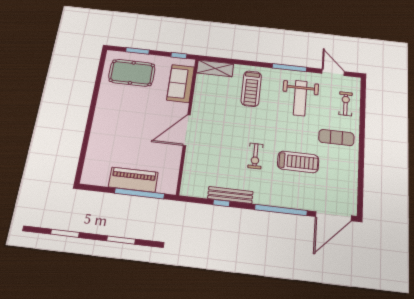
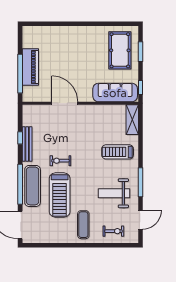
sofa: (181, 83) -> (115, 93), width x1.36
door: (187, 130) -> (65, 103), moved
treadmill: (298, 162) -> (60, 195), width x1.37, depth x1.38
exercise mat: (284, 194) -> (33, 186), added

